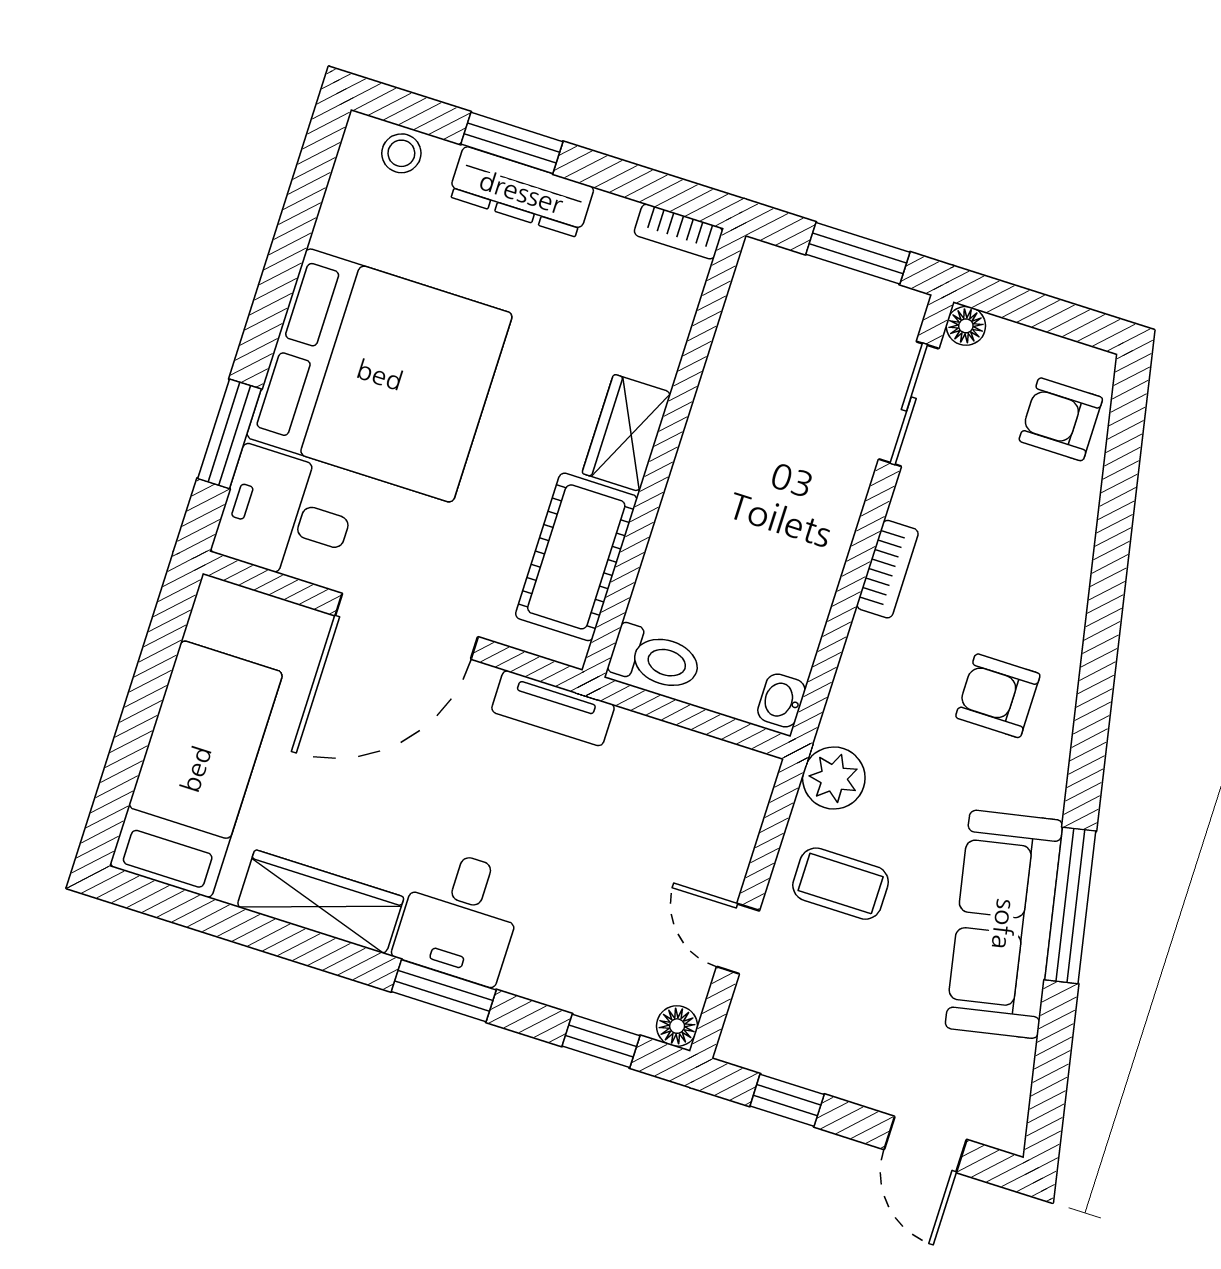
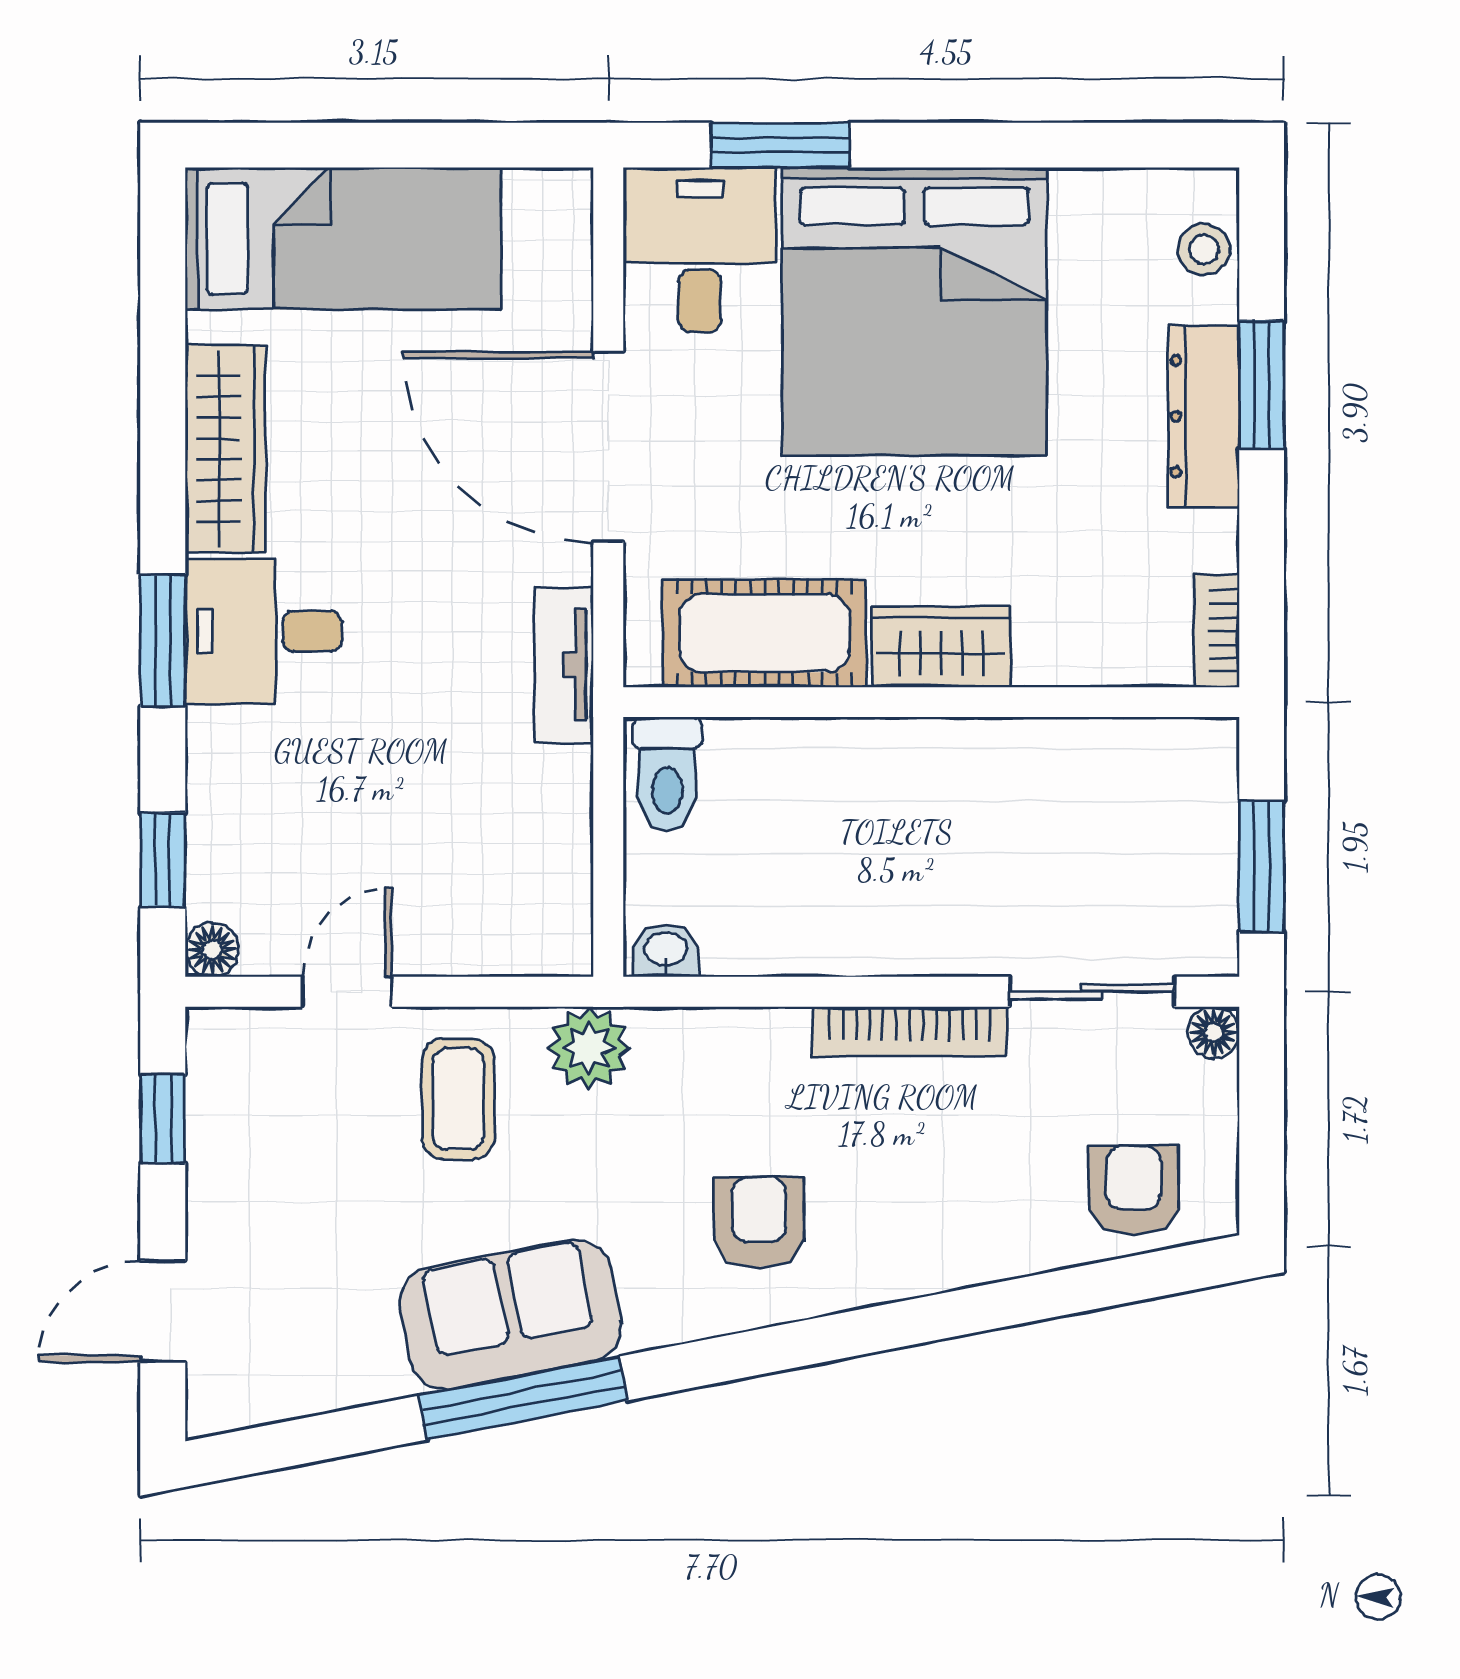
bookcase: (887, 569) -> (909, 1031), width x1.56
sofa: (1004, 924) -> (511, 1315), width x0.73

